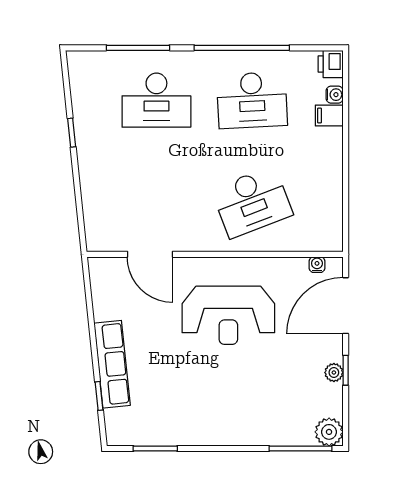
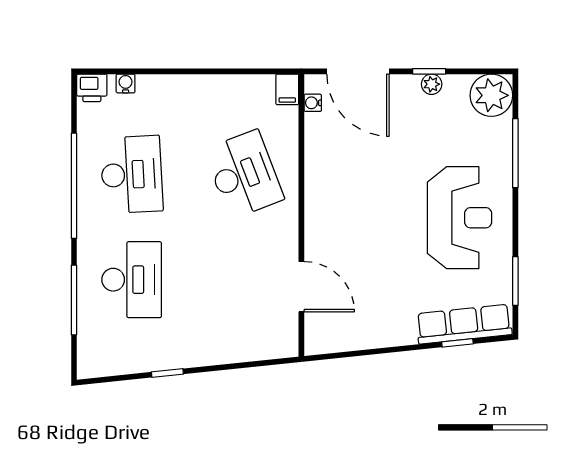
filing cabinet: (329, 116) -> (287, 89), moved
door: (150, 254) -> (301, 287), hinge flipped
reception desk: (228, 315) -> (460, 218), moved
row of seats: (112, 364) -> (464, 324), moved
plant: (329, 432) -> (491, 95), width x1.36, depth x1.36
window: (300, 449) -> (515, 153), moved

